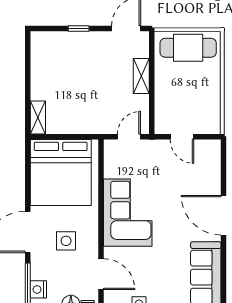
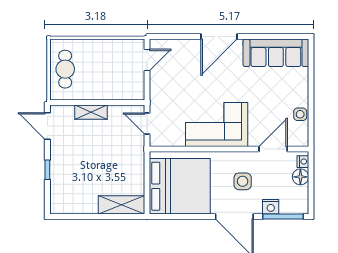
cafe table: (188, 48) -> (65, 69), width x0.73, depth x0.74
shelving: (38, 117) -> (122, 205), width x1.50, depth x1.33
door: (182, 137) -> (147, 60), moved
nightstand: (38, 289) -> (271, 207), moved

